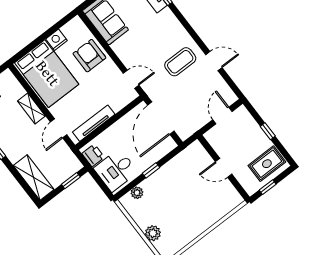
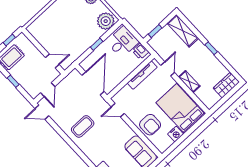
door: (214, 61) -> (42, 112), moved
door: (224, 168) -> (52, 61), moved
plant: (137, 193) -> (106, 21), width x1.88, depth x1.88

